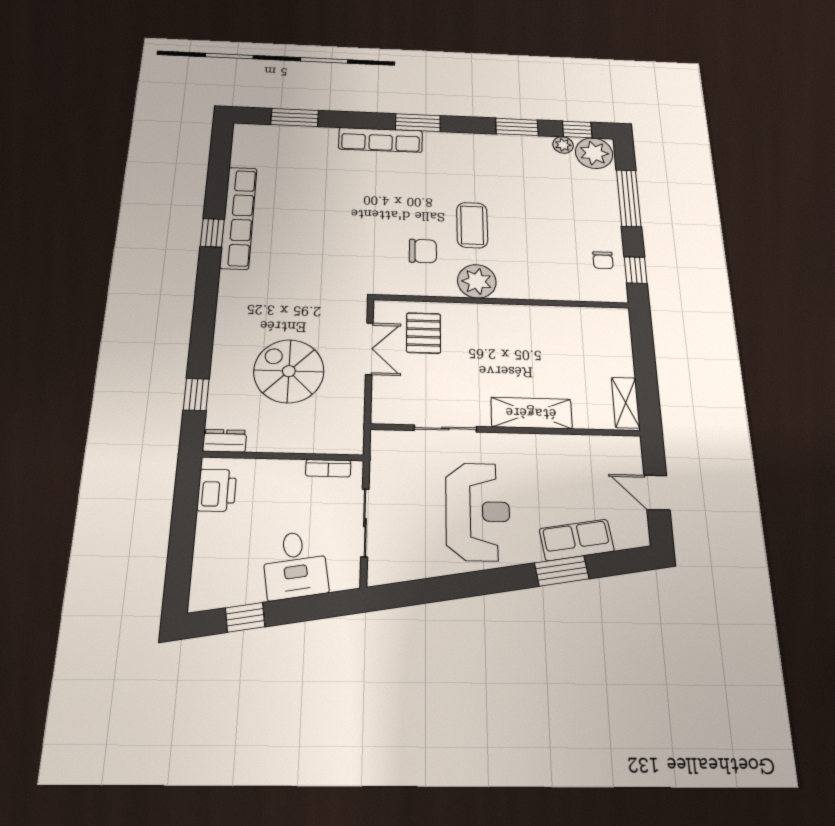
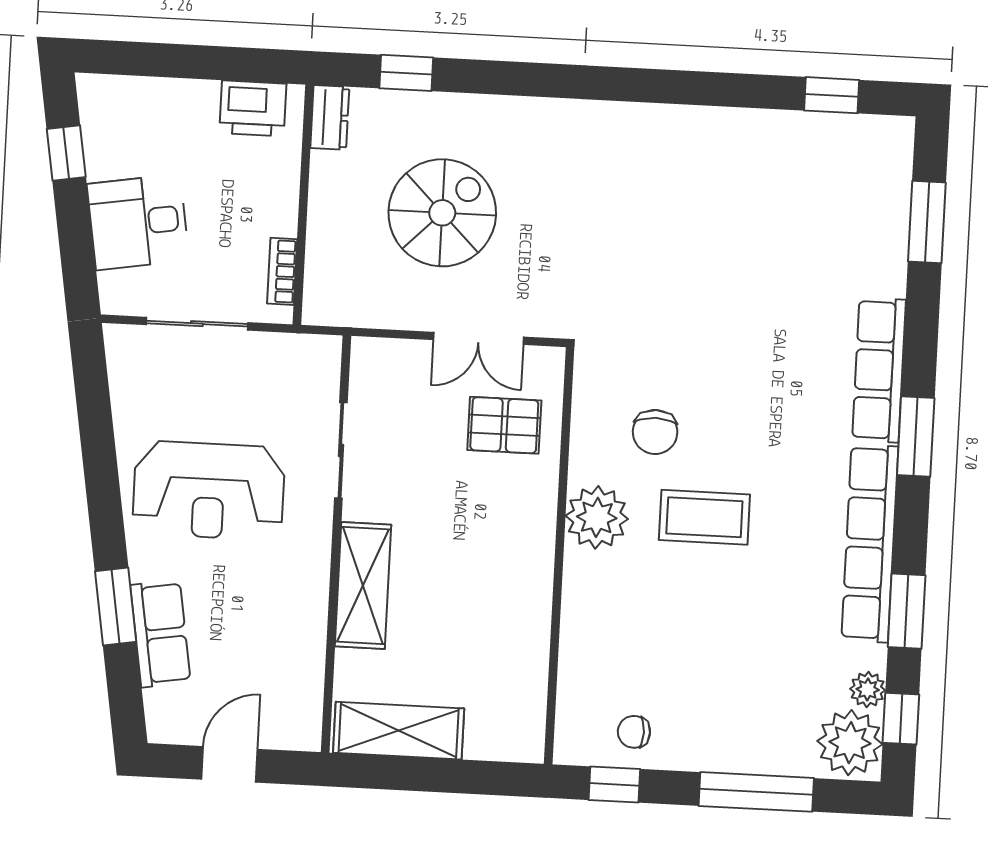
row of seats: (239, 217) -> (870, 543), moved, turned 90
window: (212, 233) -> (832, 95), moved
shelving: (626, 403) -> (399, 731), width x1.50, depth x1.33

